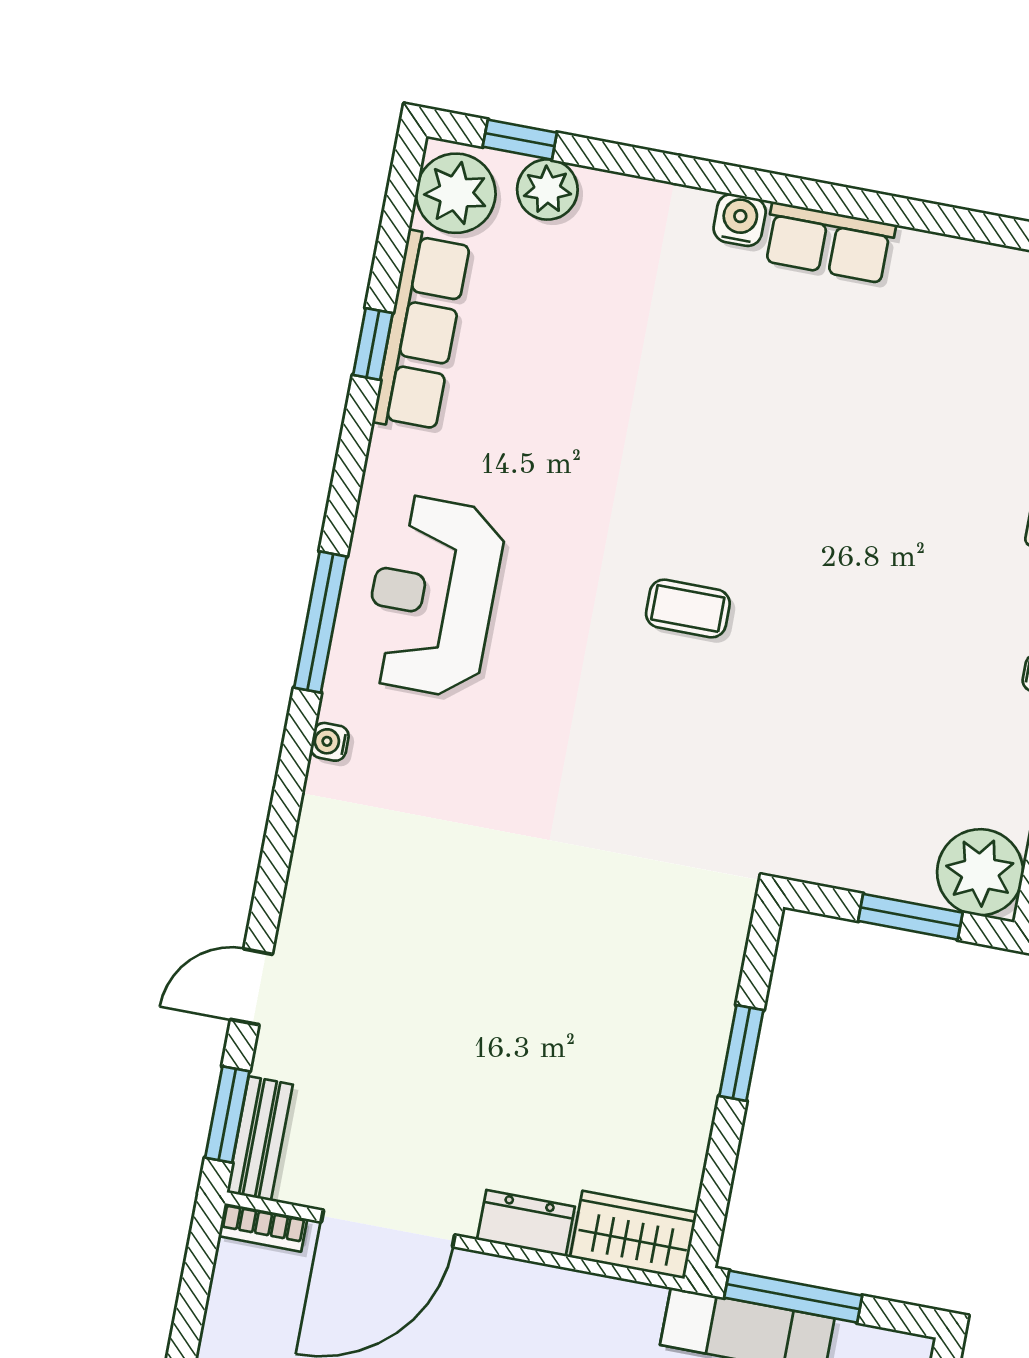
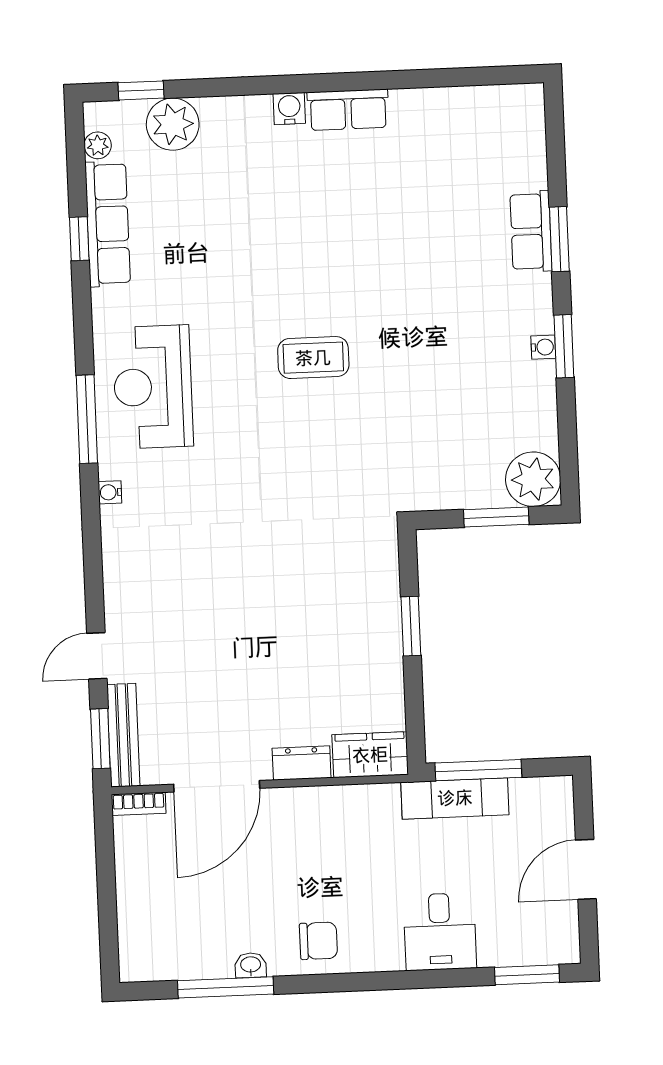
plant: (547, 190) -> (173, 124), width x1.36, depth x1.36
plant: (456, 193) -> (98, 145), width x0.53, depth x0.53
coffee table: (688, 609) -> (313, 358), width x1.36, depth x1.30
bench: (260, 1138) -> (123, 735), width x1.36

